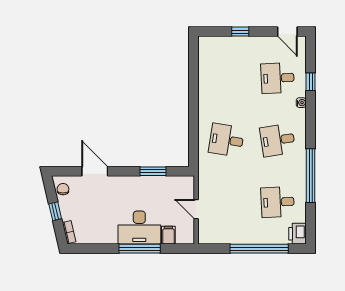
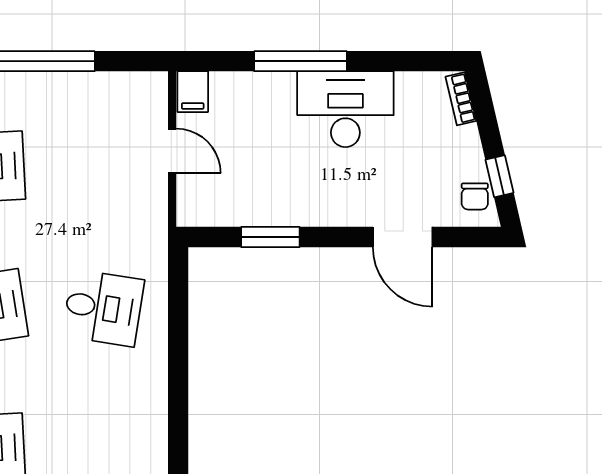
window: (55, 211) -> (499, 176), moved
desk: (139, 228) -> (345, 109), moved
filing cabinet: (168, 235) -> (193, 92), moved

